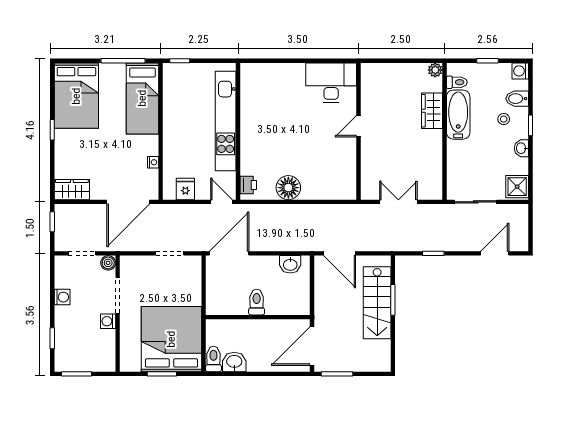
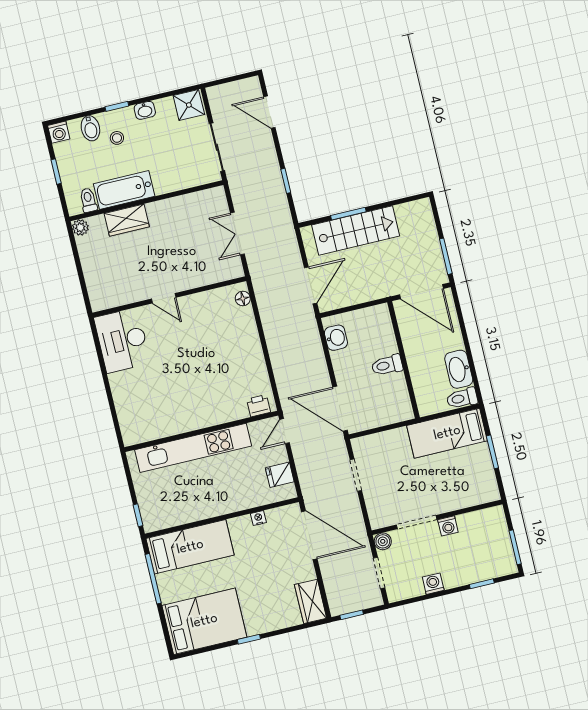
floor lamp: (288, 188) -> (243, 298), moved, width x0.53, depth x0.53
bed: (171, 339) -> (447, 433), width x0.49
washbasin: (234, 362) -> (459, 369), width x1.38

